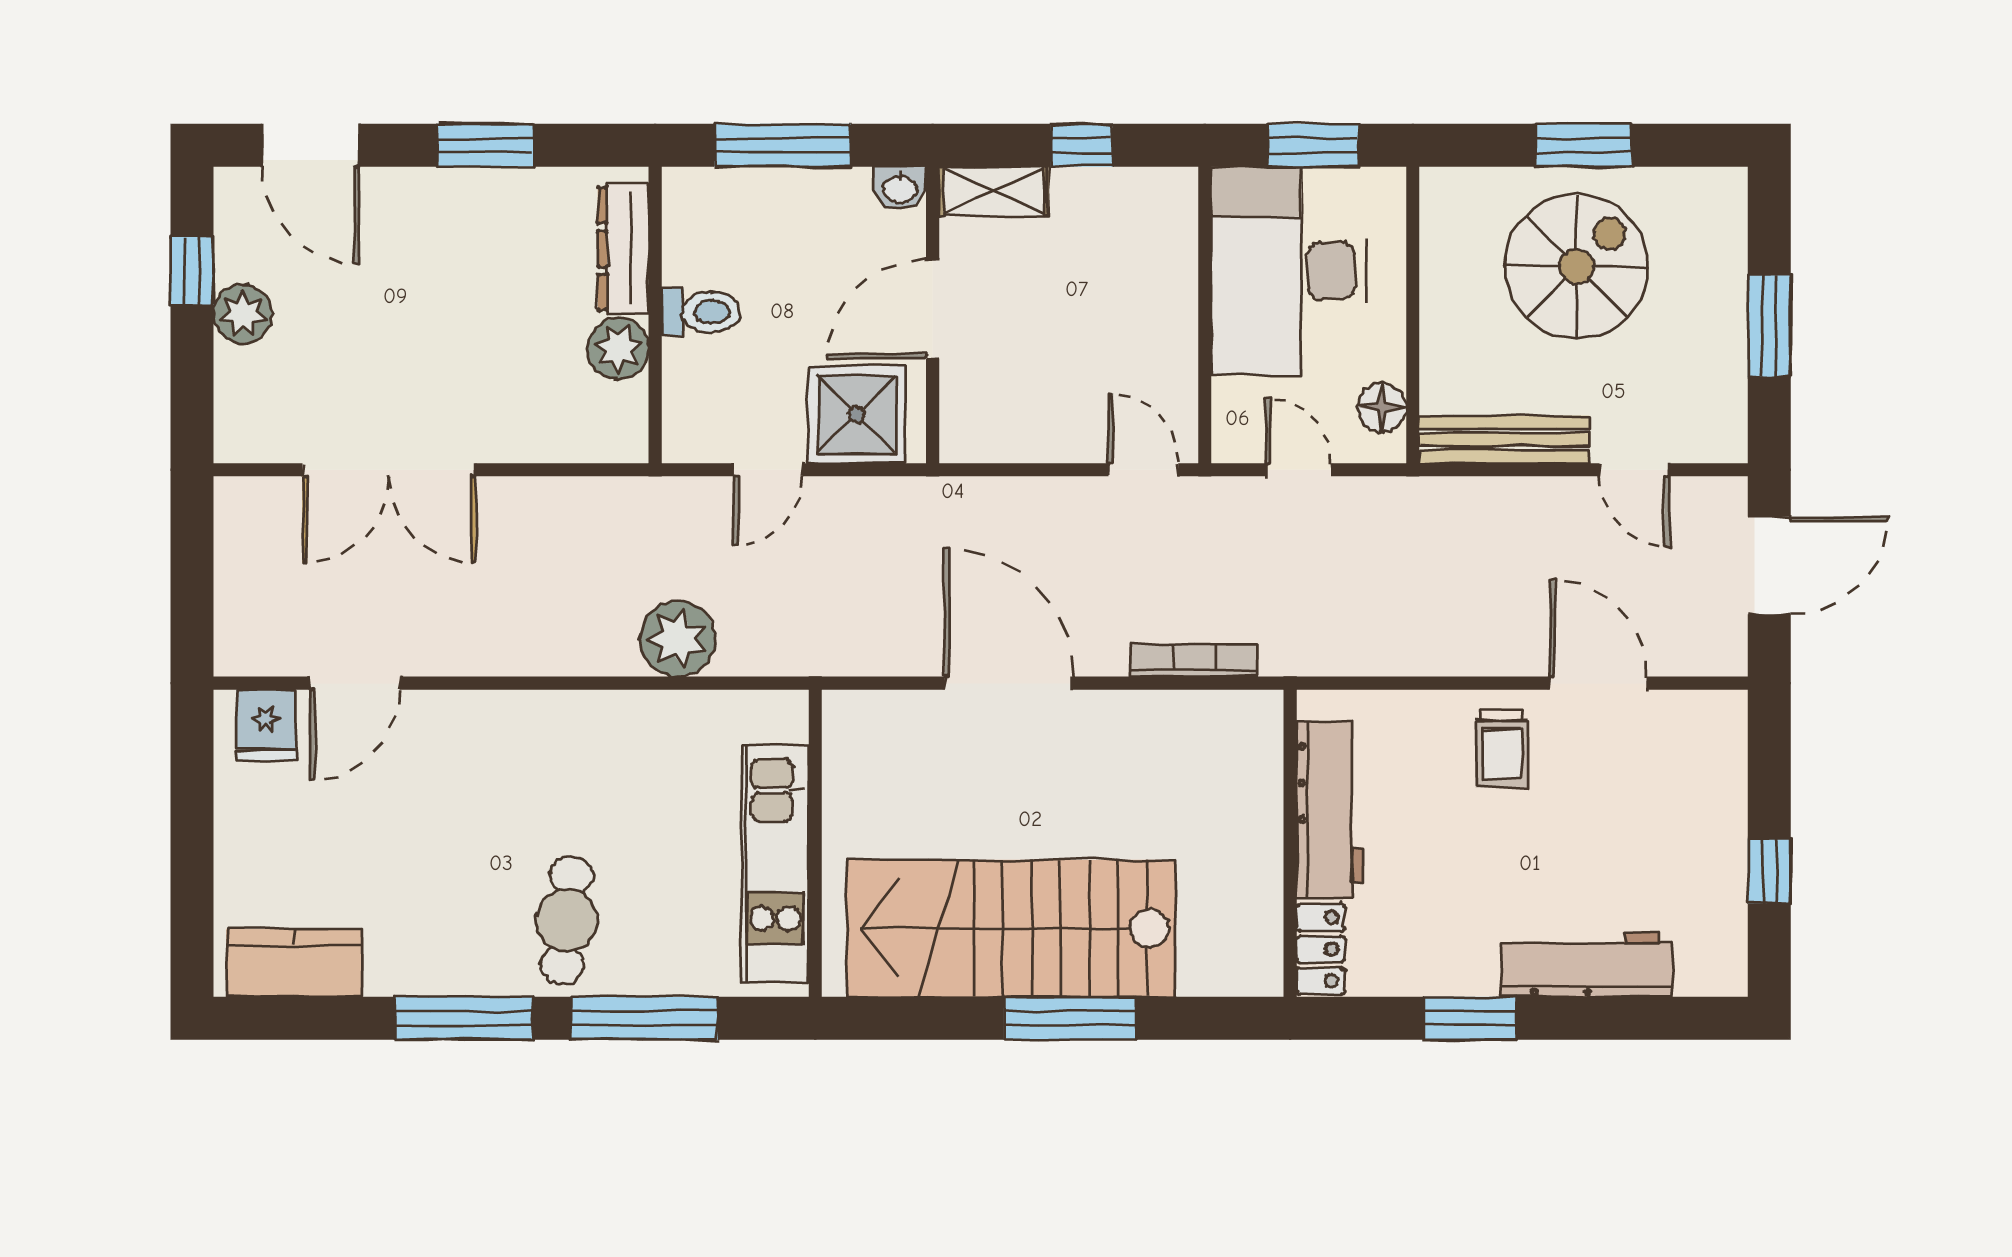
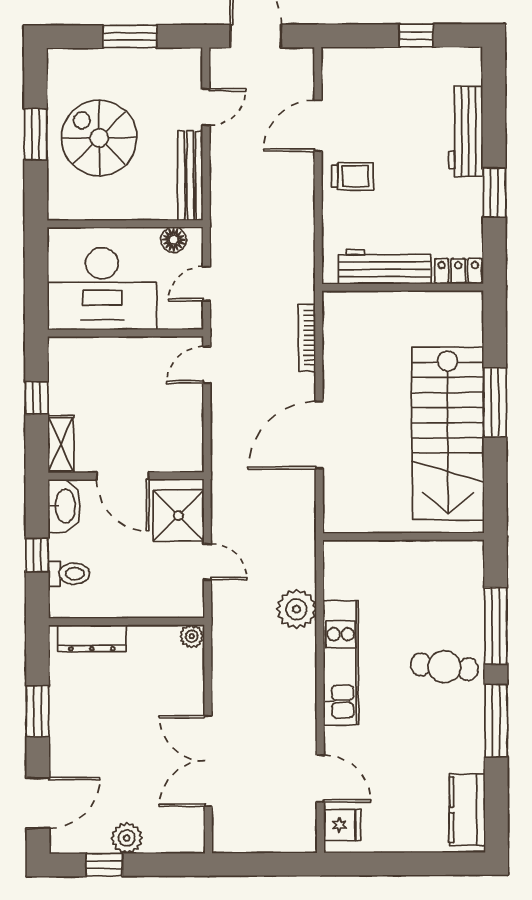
window: (783, 145) -> (37, 555), width x0.46
window: (1313, 145) -> (36, 277), removed
washbasin: (900, 188) -> (64, 506), width x1.91, depth x1.45
toilet: (701, 312) -> (69, 574), moved, turned 90
plant: (618, 349) -> (192, 636), moved, width x0.73, depth x0.73
double door: (389, 470) -> (208, 761), swing flipped
kitchen unit: (775, 864) -> (341, 663), moved, turned -90

